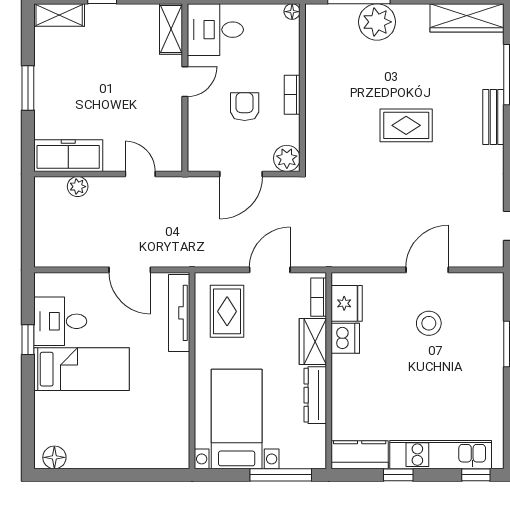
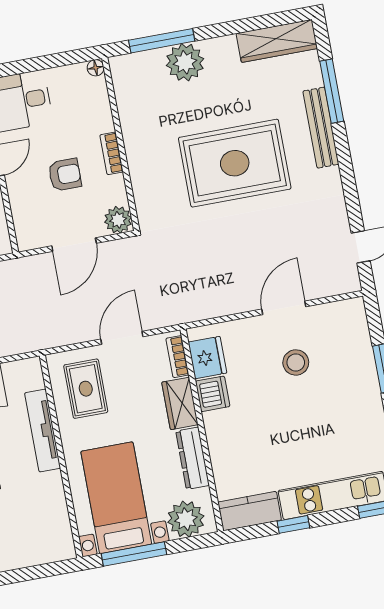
armchair: (245, 107) -> (65, 175), turned 90
bench: (493, 117) -> (321, 128), width x1.36
rug: (406, 125) -> (235, 163), width x1.86, depth x2.06
tv unit: (179, 313) -> (43, 431), moved
plant: (298, 451) -> (186, 519), added
window: (281, 475) -> (134, 554), moved

